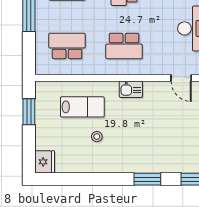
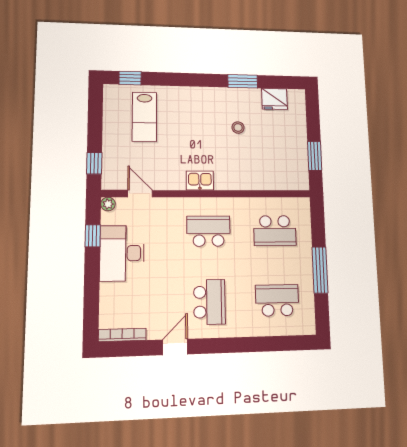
lab bench: (82, 107) -> (144, 117), moved, turned -90
fridge: (45, 162) -> (274, 99), moved, turned -90
window: (147, 179) -> (243, 81), moved

